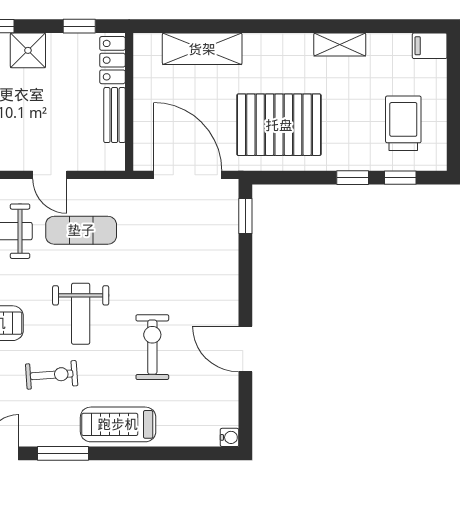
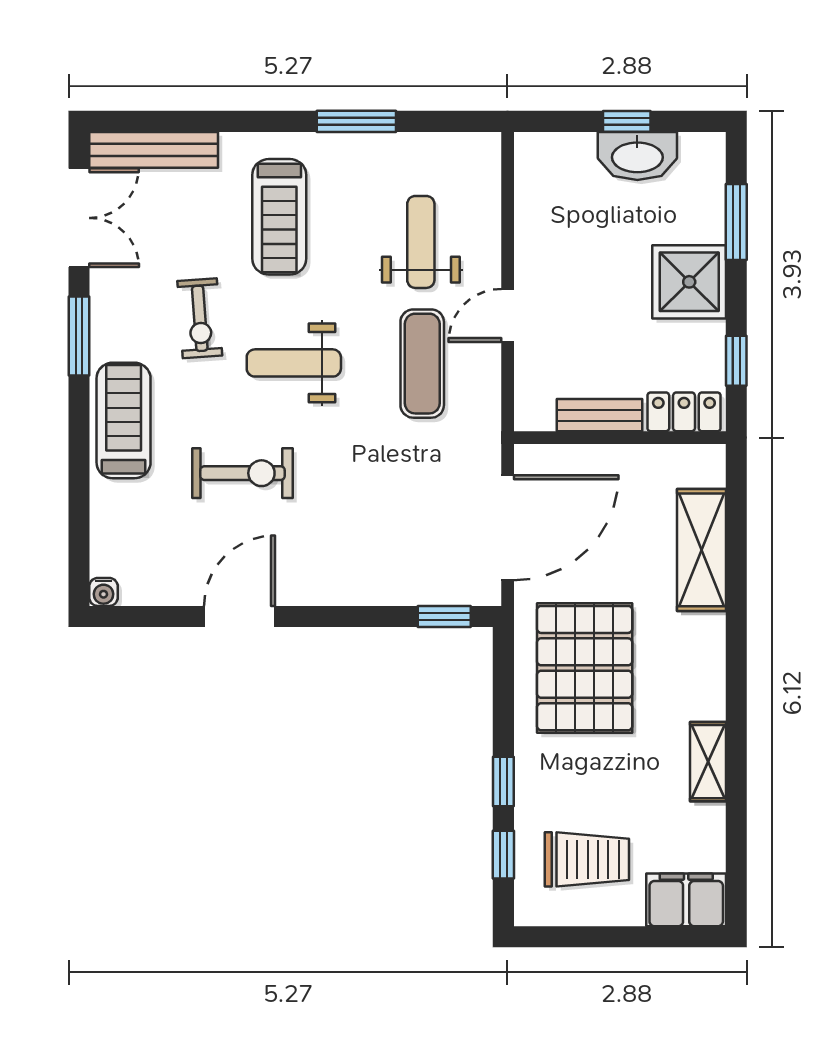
filing cabinet: (430, 46) -> (686, 900), width x2.00
shower: (28, 50) -> (689, 282), width x1.36, depth x1.36

